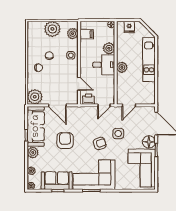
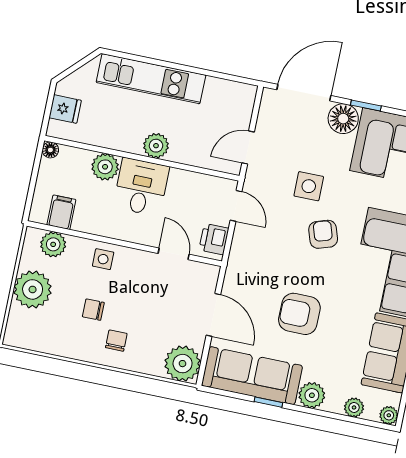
door: (79, 84) -> (174, 254), hinge flipped
door: (57, 105) -> (213, 315), hinge flipped
door: (129, 105) -> (248, 148), swing flipped

